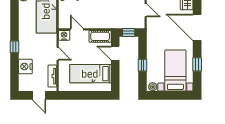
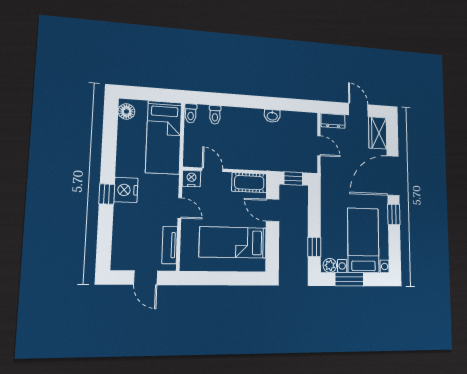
door: (197, 27) -> (393, 176), hinge flipped
window: (197, 64) -> (394, 214), moved
window: (143, 65) -> (314, 247), moved
nightstand: (25, 67) -> (126, 190), moved
window: (166, 95) -> (349, 279), added

